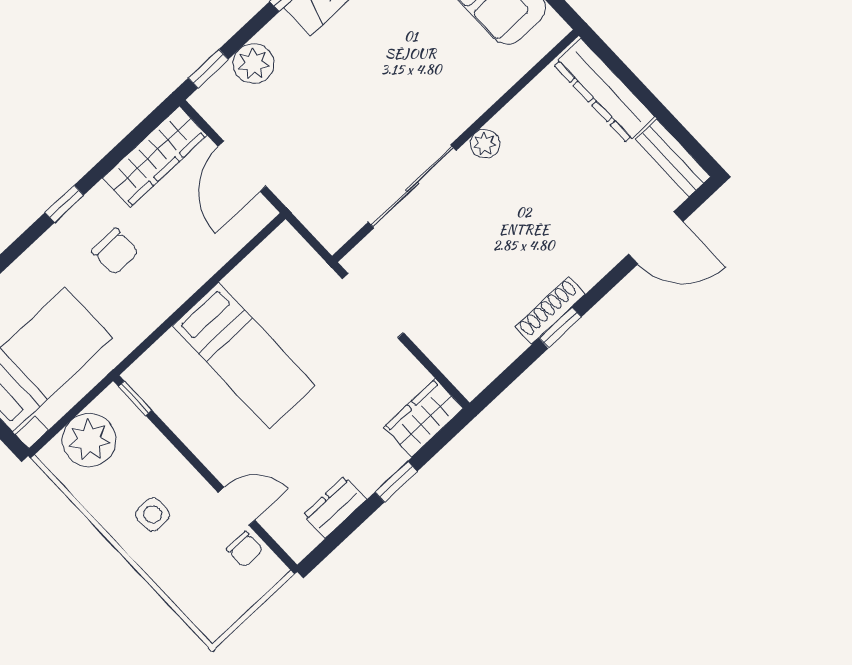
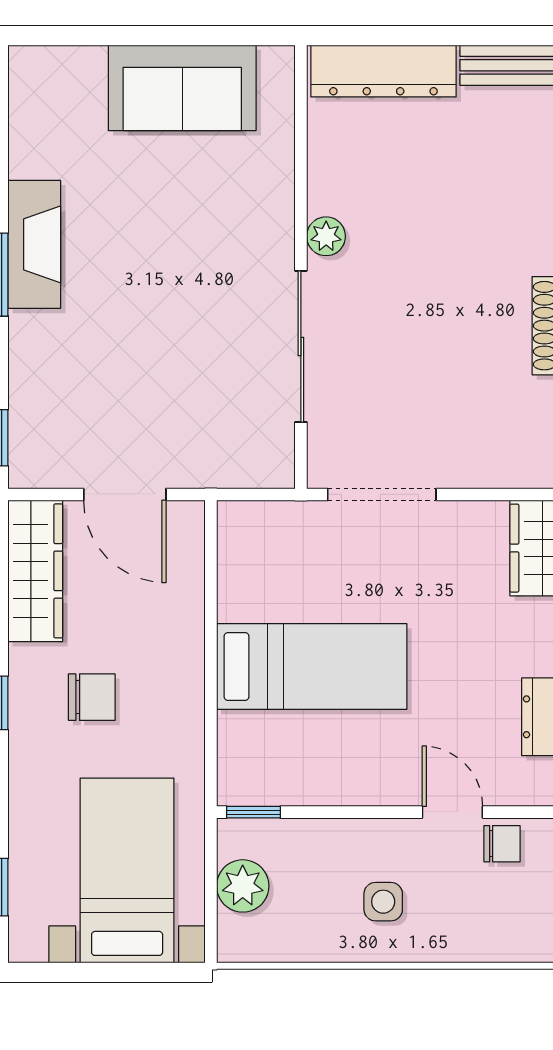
plant: (253, 64) -> (35, 389), removed
plant: (89, 440) -> (243, 886), width x0.73, depth x0.73
door: (237, 506) -> (452, 812), hinge flipped

